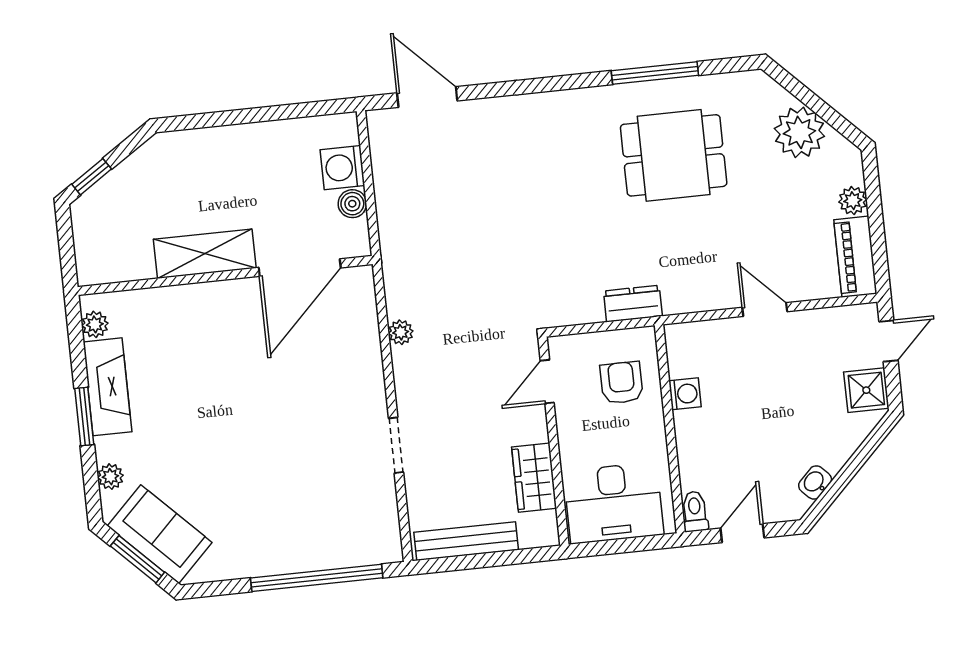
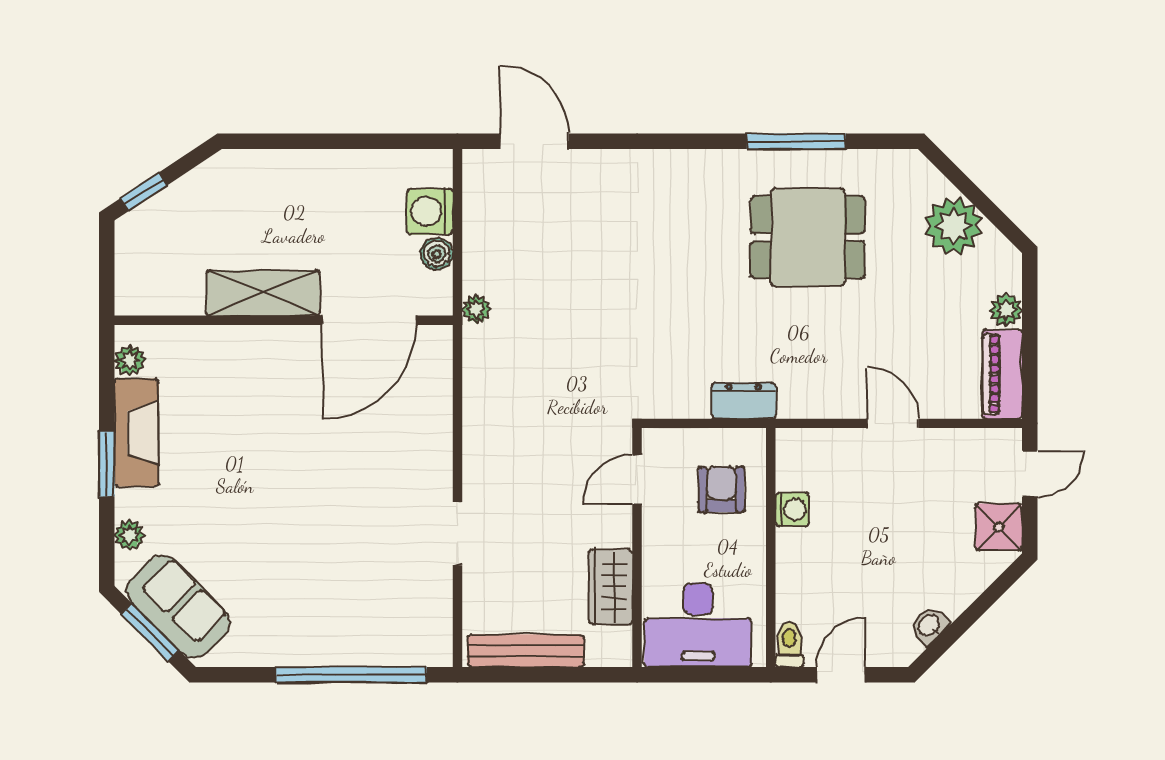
plant: (401, 332) -> (476, 309), moved

